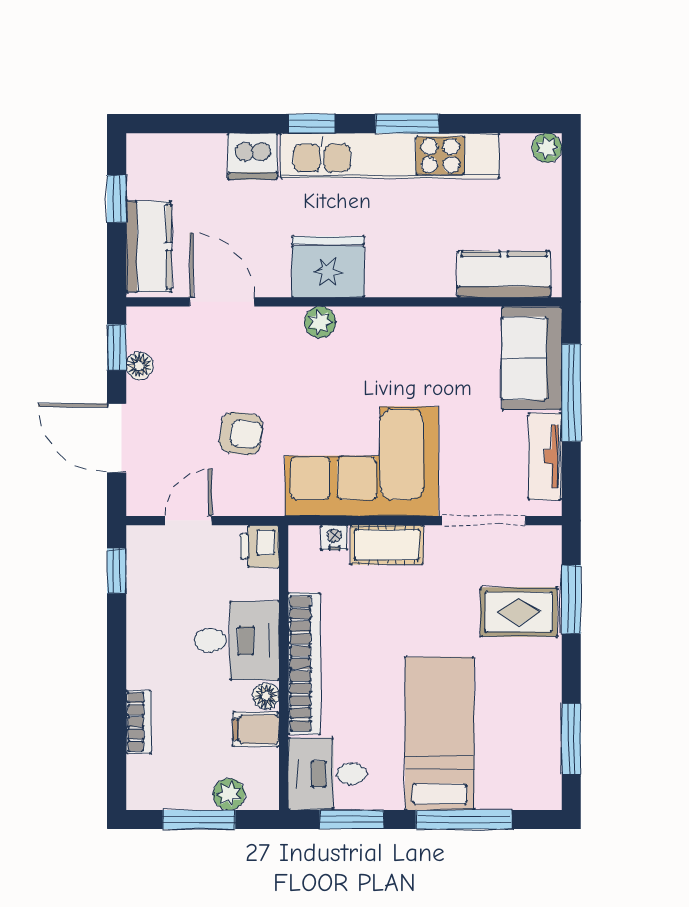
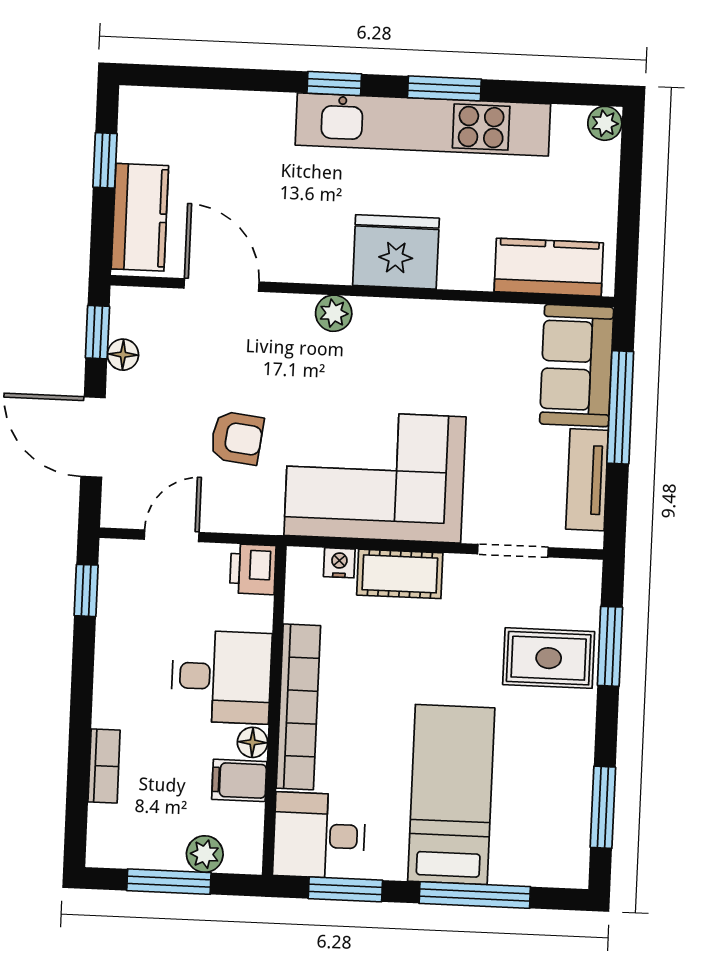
dishwasher: (253, 156) -> (264, 118), removed
fridge: (328, 267) -> (396, 252), moved
doorway: (484, 521) -> (513, 551), width x0.73

